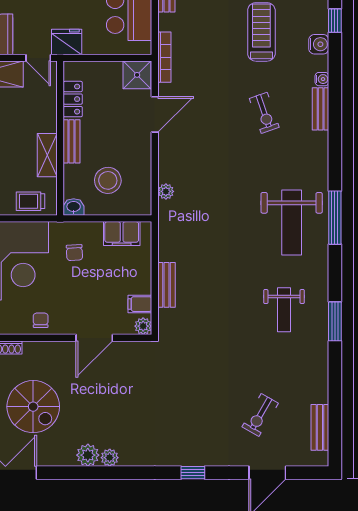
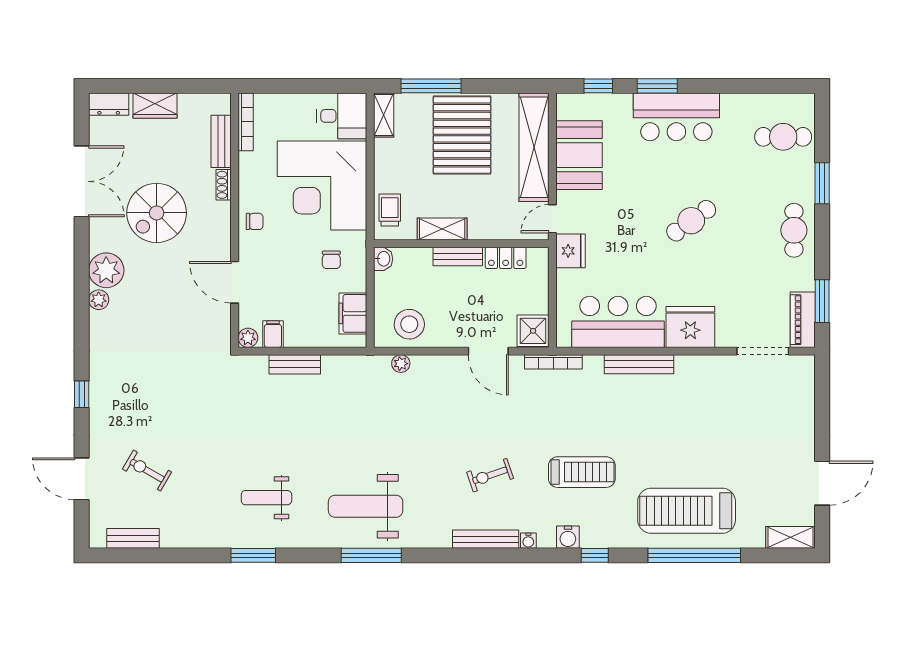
bench: (321, 109) -> (486, 539), width x1.36
stool: (108, 180) -> (409, 324), moved
chair: (74, 253) -> (331, 260), turned -87
plant: (88, 455) -> (106, 270), width x1.36, depth x1.36

